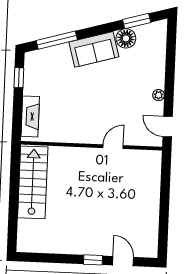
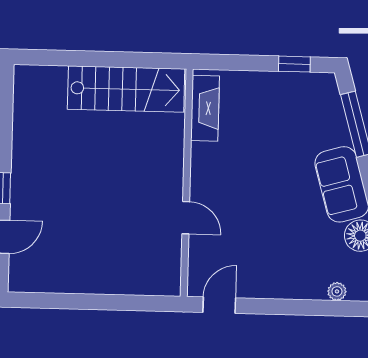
plant: (159, 95) -> (337, 291), moved
fireplace: (30, 116) -> (205, 108), moved, turned -90

